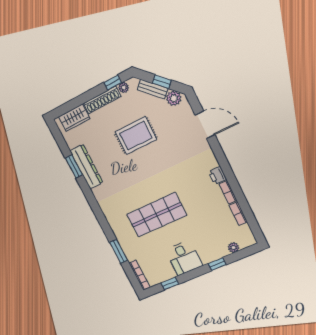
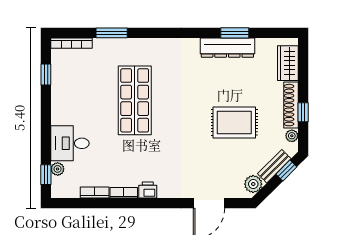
window: (162, 82) -> (286, 170), moved
window: (113, 83) -> (303, 112), moved
rug: (136, 136) -> (234, 122), turned 90
desk: (184, 258) -> (70, 143), moved
window: (217, 264) -> (46, 175), moved

